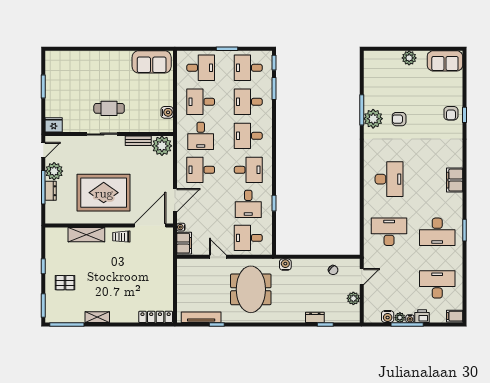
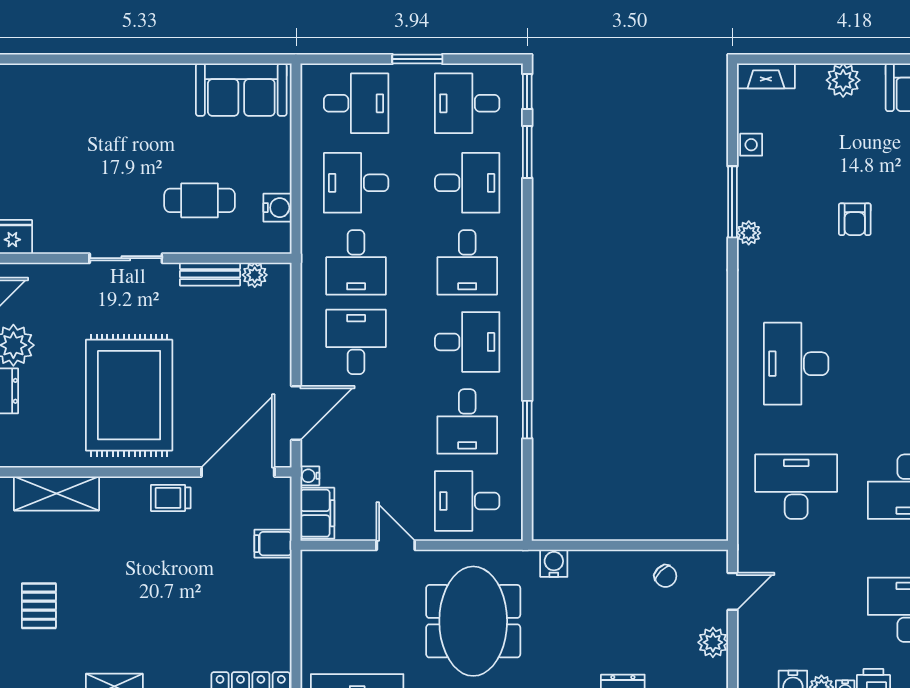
fireplace: (376, 56) -> (766, 76), added
side table: (370, 85) -> (751, 145), added
desk: (248, 102) -> (467, 183), turned 180
cafe table: (109, 108) -> (200, 200), moved
plant: (373, 119) -> (749, 233), width x0.53, depth x0.53
armchair: (399, 119) -> (855, 219), moved, turned -90
desk: (248, 136) -> (467, 262), turned -90
plant: (162, 146) -> (255, 275), width x0.53, depth x0.53
desk: (201, 170) -> (356, 342), turned 90
desk: (389, 179) -> (796, 364), turned 180
rug: (104, 193) -> (129, 395), turned 90
shelving: (86, 235) -> (57, 493), moved
filing cabinet: (165, 256) -> (273, 544), added
pallet: (65, 283) -> (39, 606), turned 90

